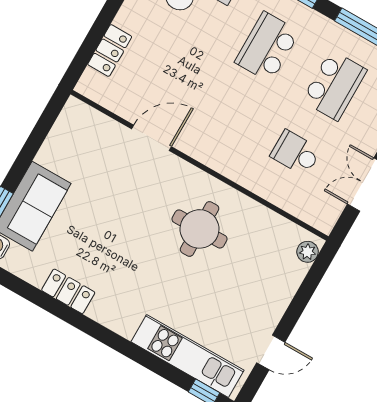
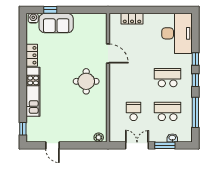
school desk: (334, 85) -> (168, 111), turned 180
round table: (200, 229) -> (86, 81), moved
kitchen unit: (187, 356) -> (33, 92), moved

